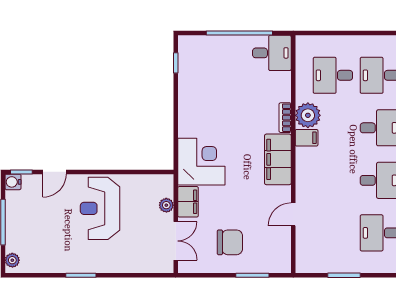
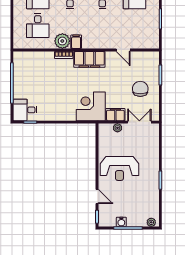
desk: (272, 53) -> (25, 110), moved, turned -90
water cooler: (13, 182) -> (121, 222), moved

